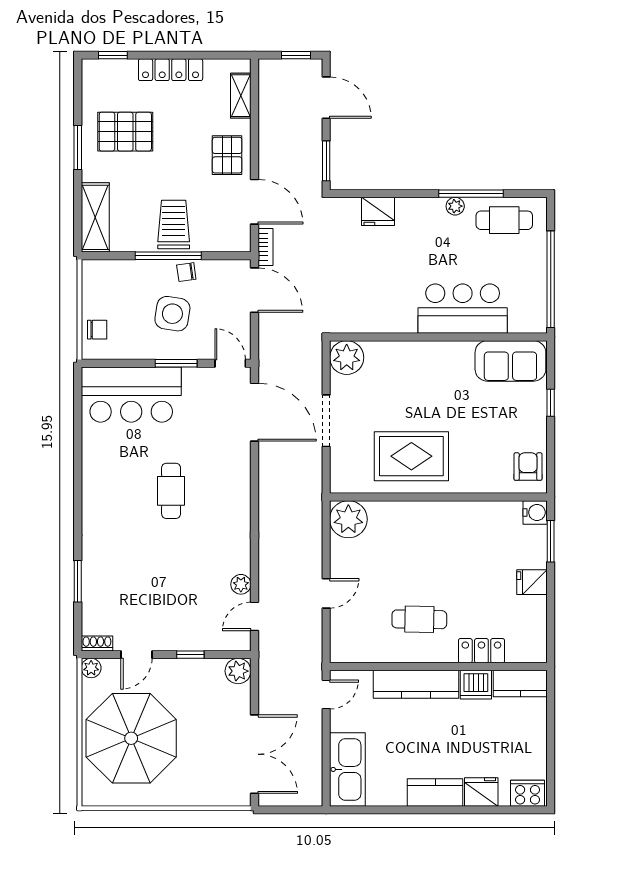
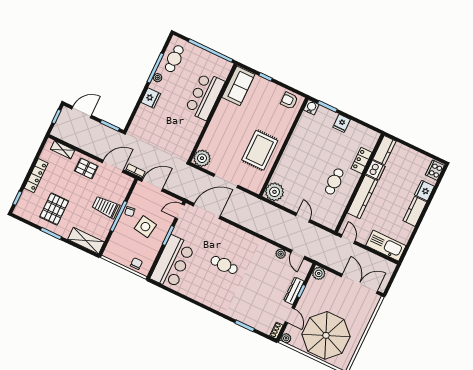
fridge: (378, 211) -> (151, 98), moved
dresser: (185, 641) -> (294, 291), added

